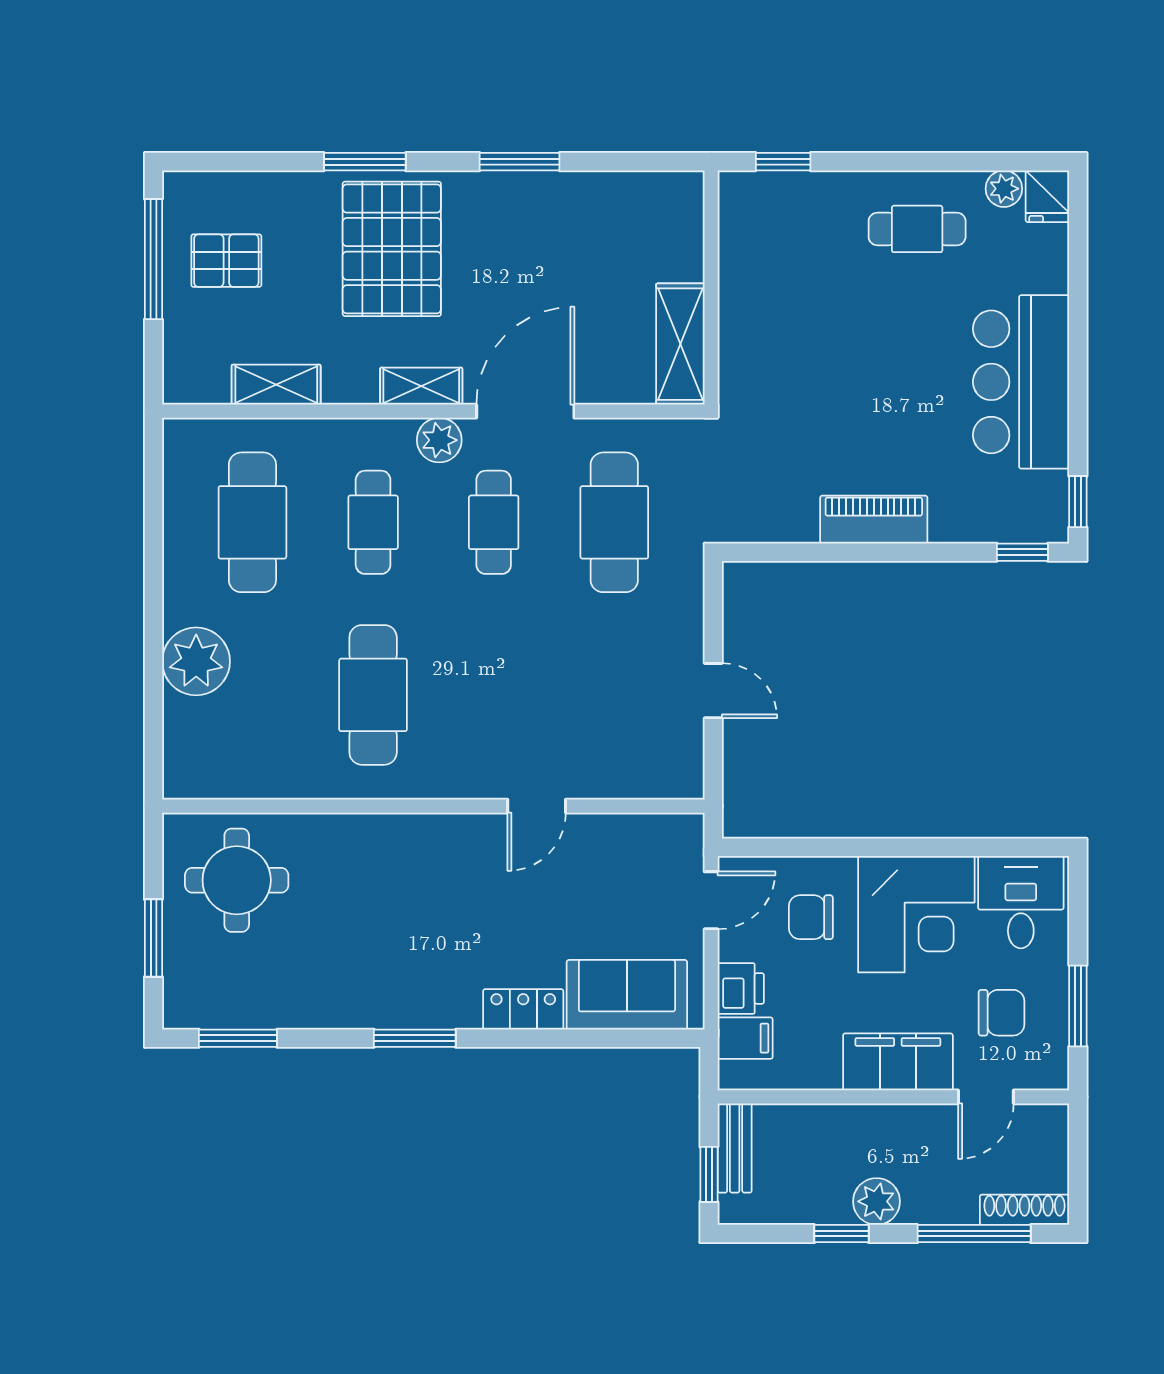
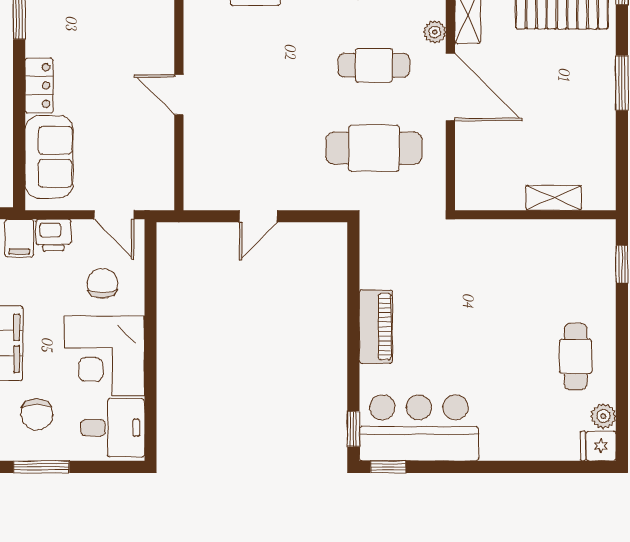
shelving: (680, 344) -> (554, 198), moved, width x0.67, depth x0.75
bar counter: (1021, 382) -> (419, 428), moved
plant: (439, 440) -> (435, 32), width x0.73, depth x0.73

